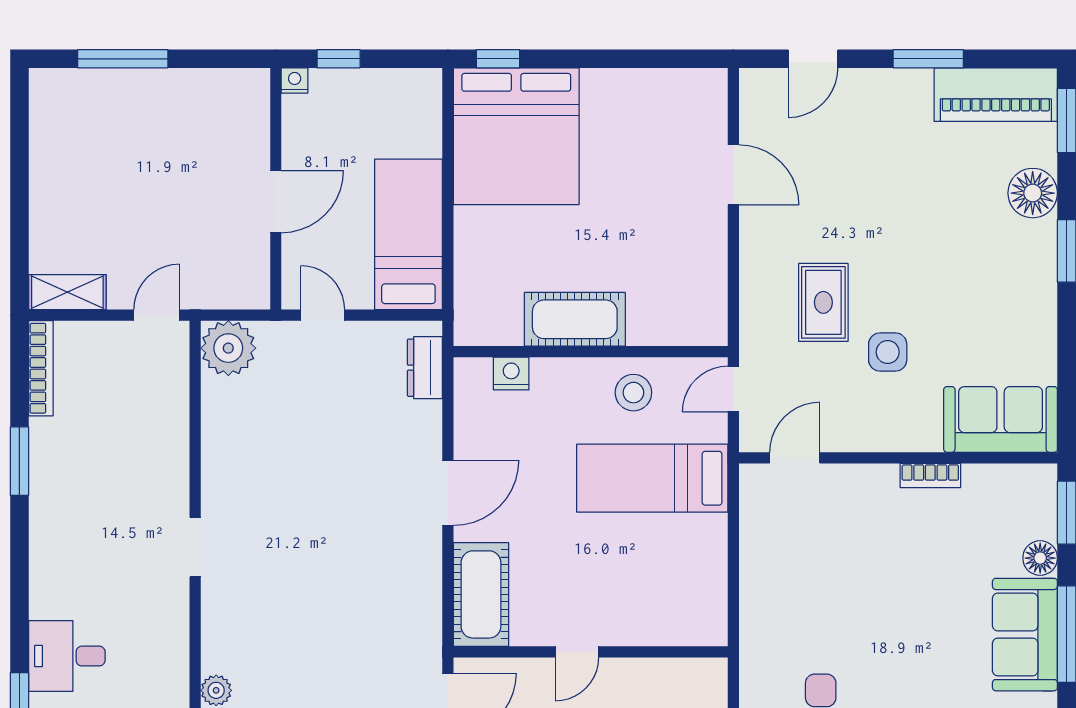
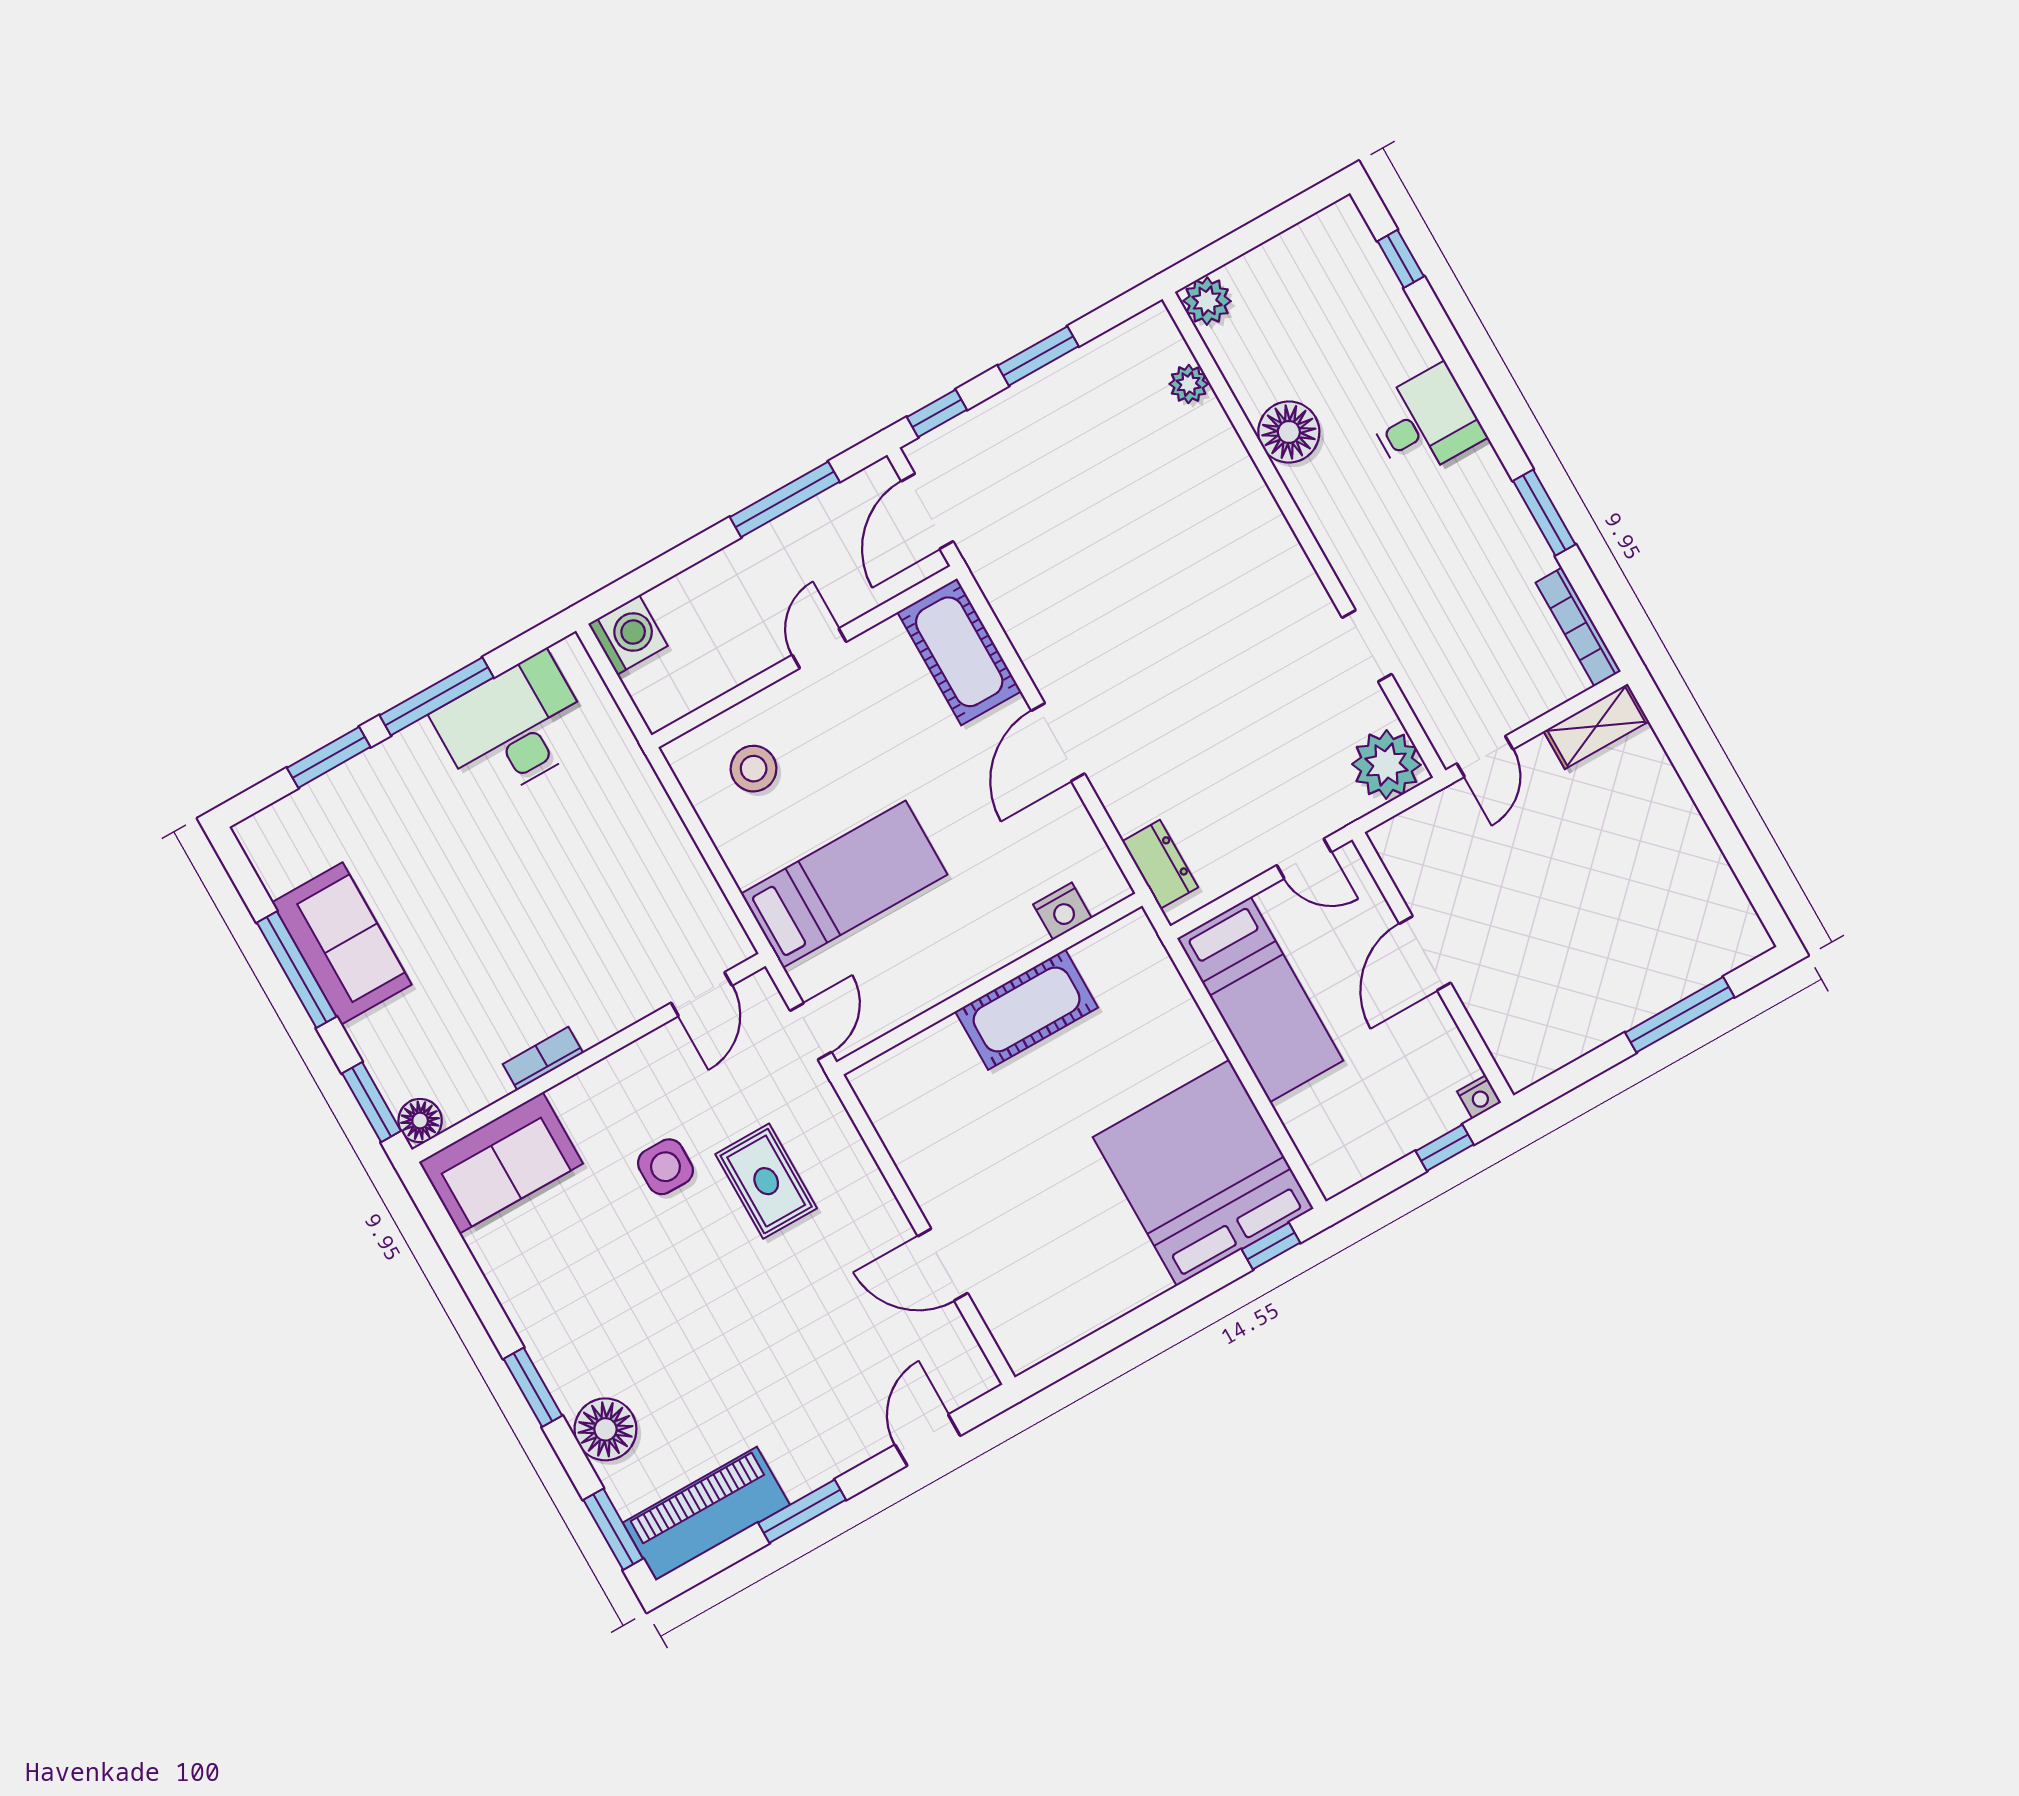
stool: (633, 393) -> (754, 769), moved
doorway: (195, 547) -> (1367, 646), moved
floor lamp: (1040, 558) -> (420, 1121), moved
floor lamp: (165, 618) -> (1289, 432), added
desk: (67, 656) -> (1425, 422), moved

